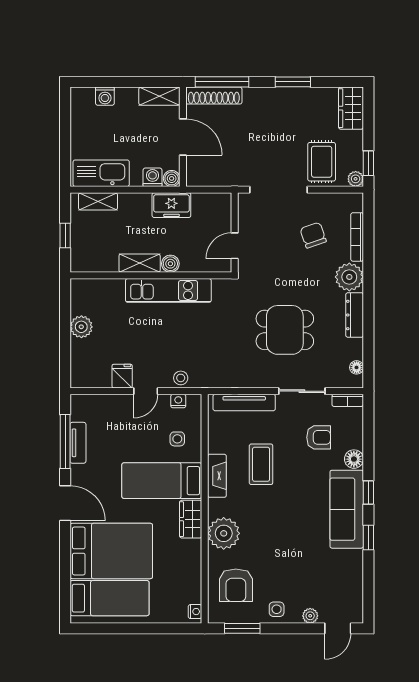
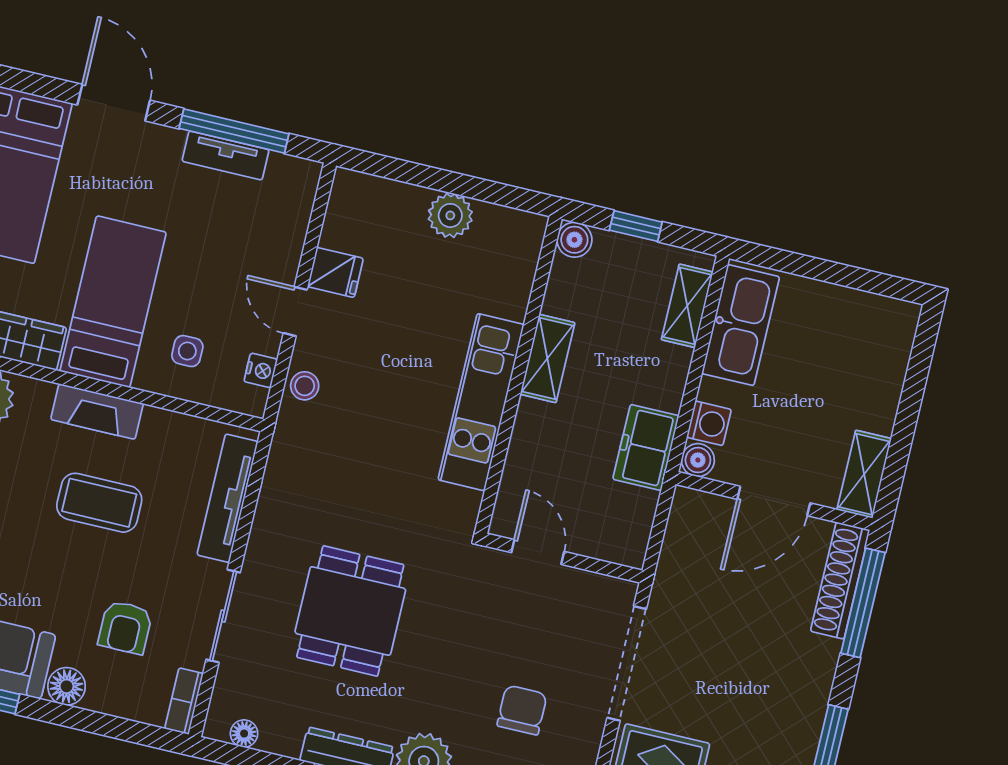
washing machine: (105, 96) -> (889, 368), removed
chair: (313, 235) -> (522, 710), turned -71
boiler: (170, 264) -> (574, 240), moved
door: (65, 503) -> (114, 103), swing flipped

